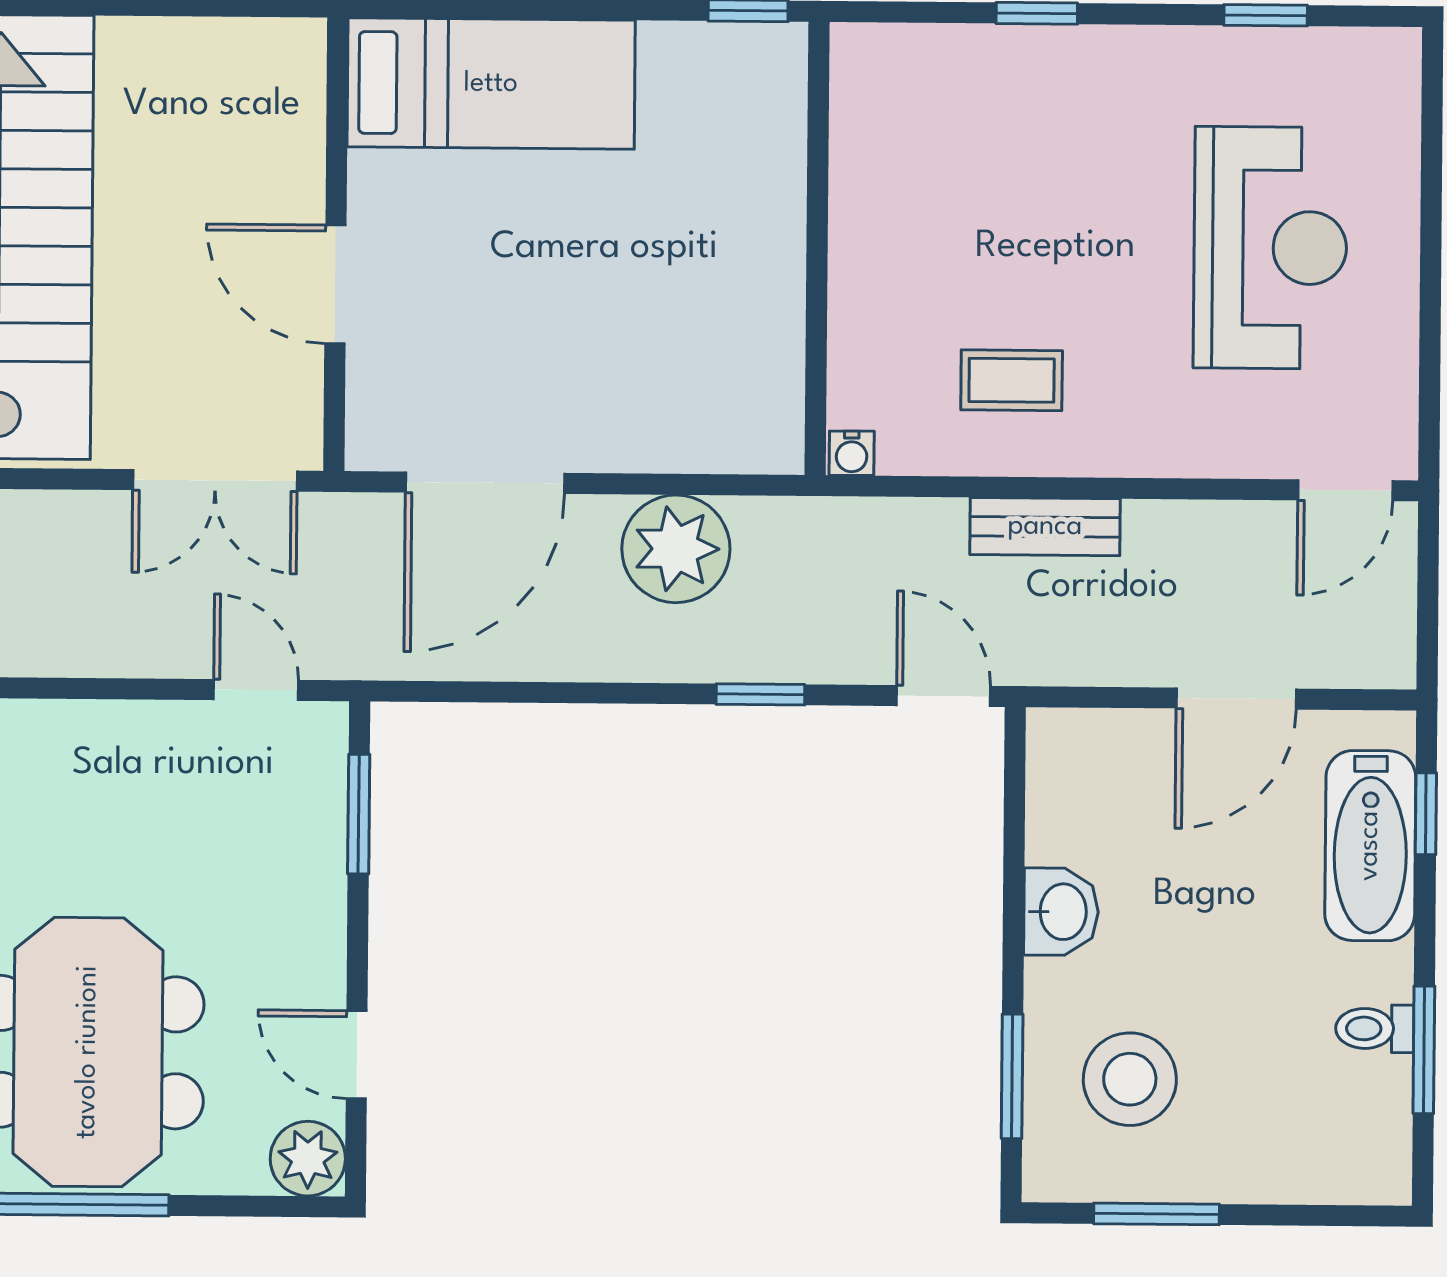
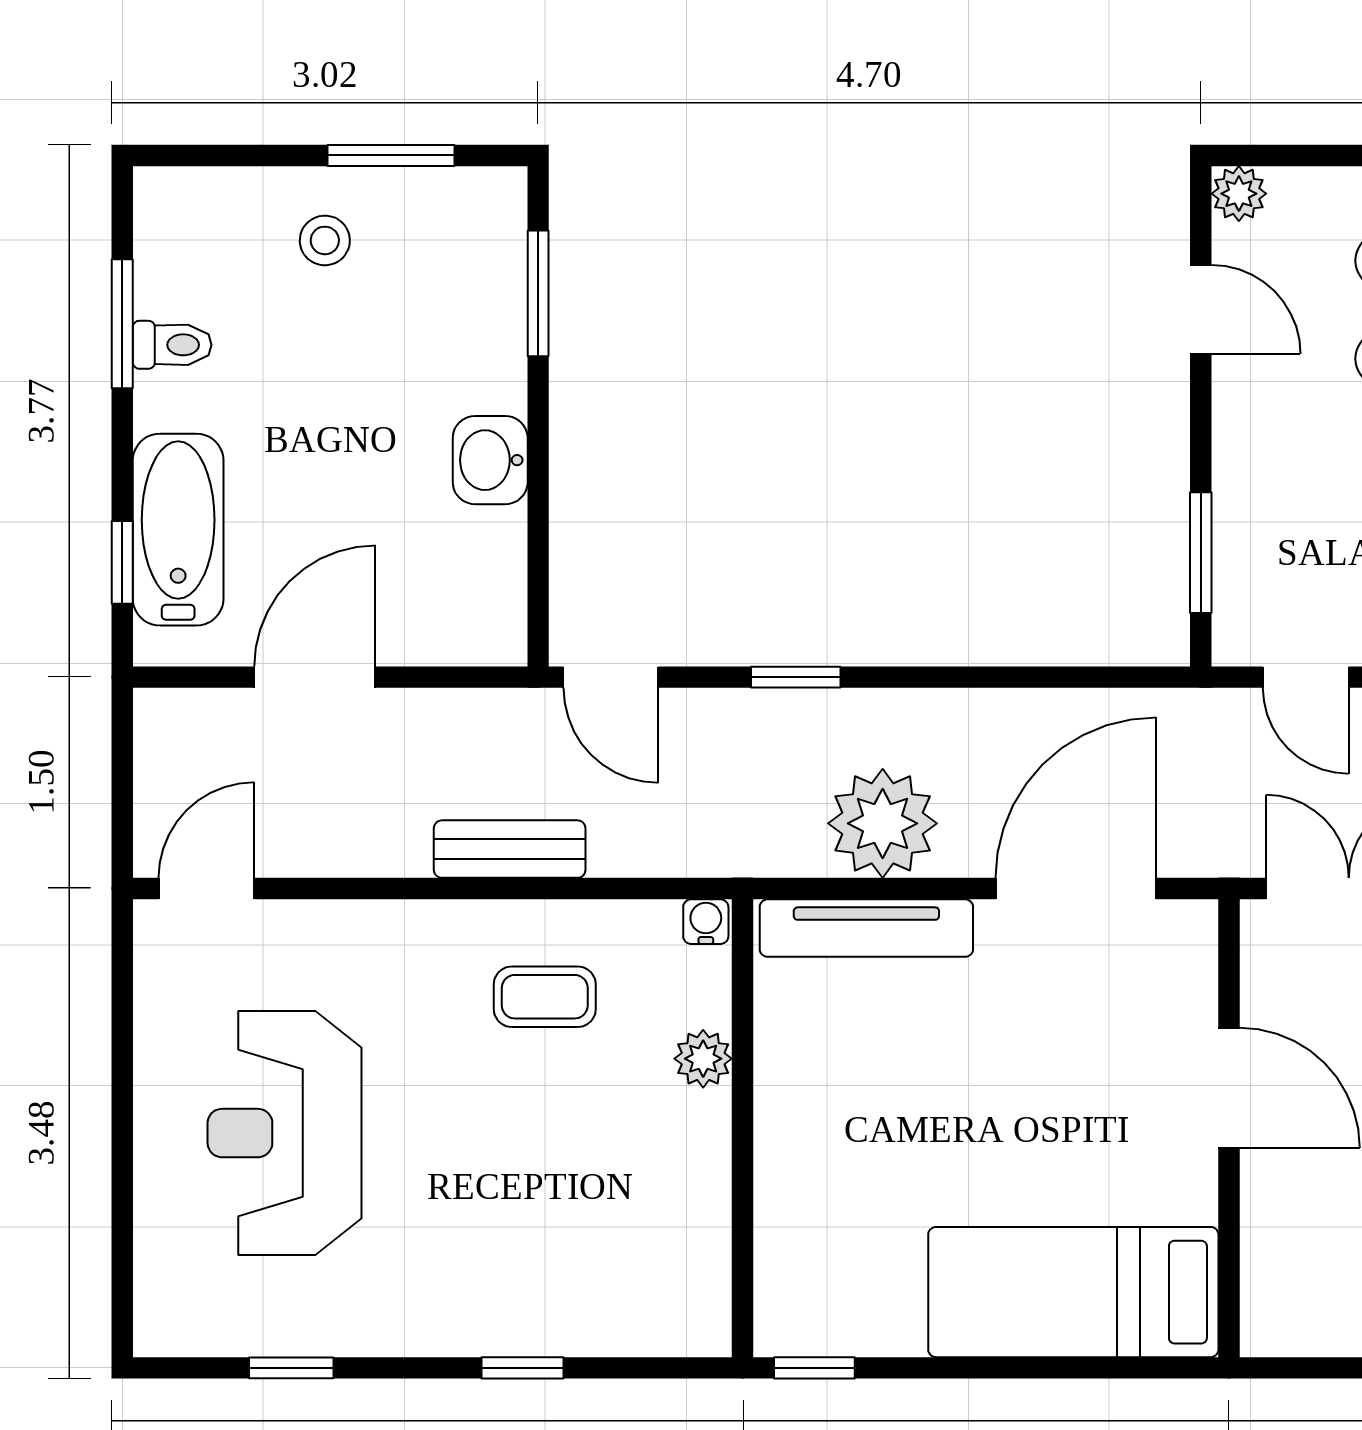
plant: (855, 318) -> (703, 1059), added
tv unit: (693, 445) -> (866, 928), added
stool: (1130, 1079) -> (325, 240), moved, width x0.53, depth x0.53
plant: (308, 1159) -> (1239, 194), width x0.73, depth x0.73

